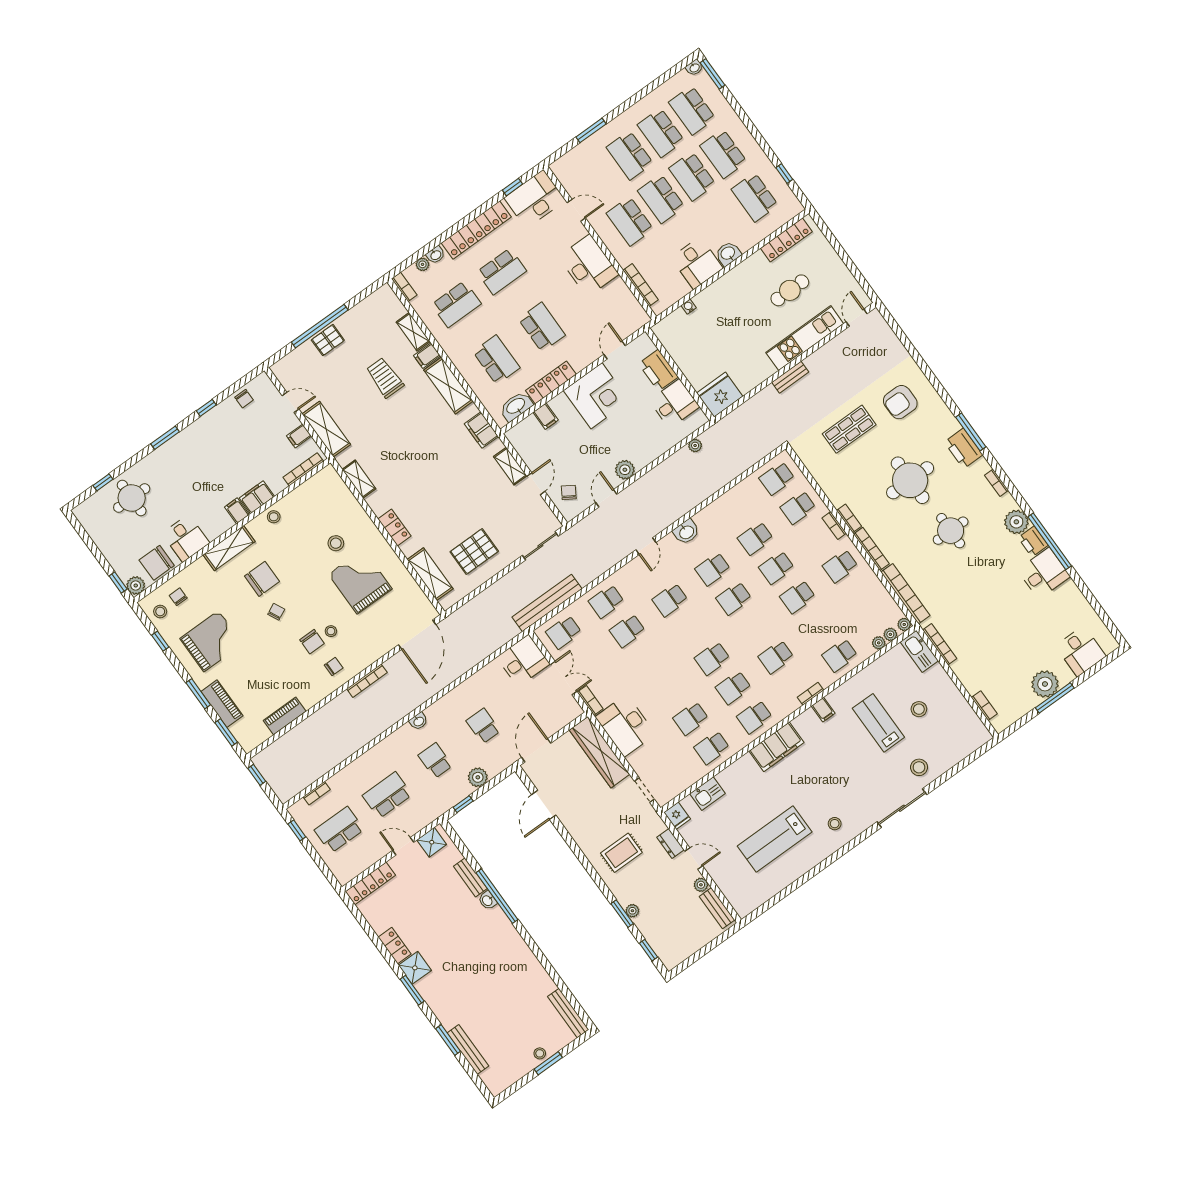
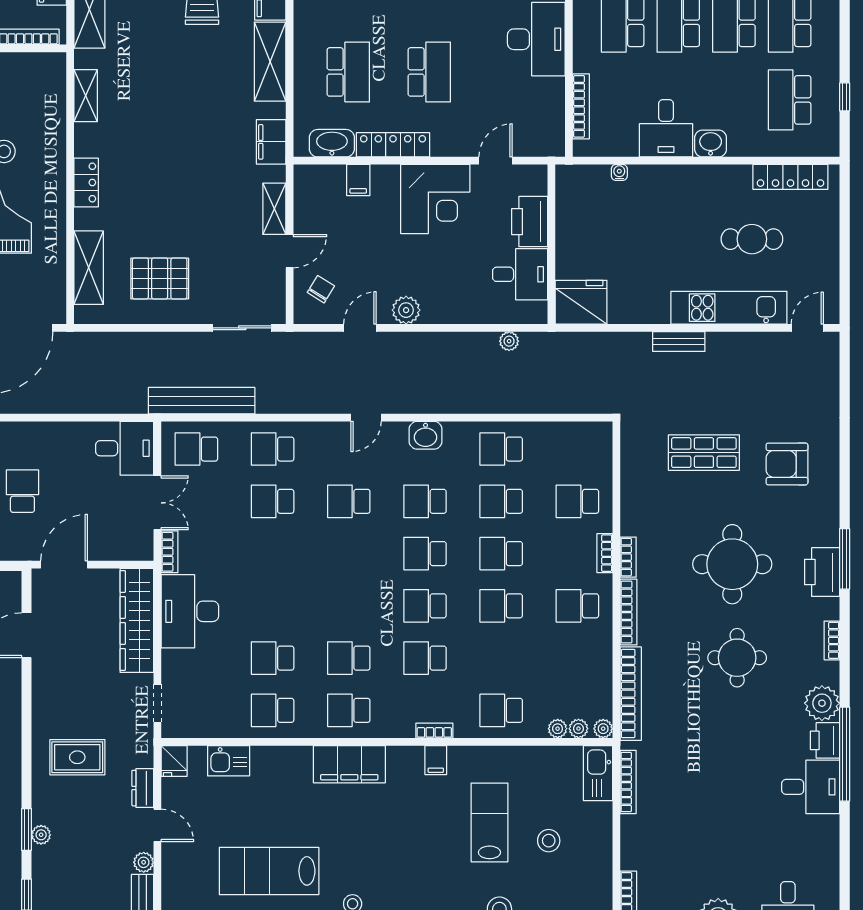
school desk: (777, 478) -> (501, 449), moved
school desk: (712, 658) -> (425, 606), moved

